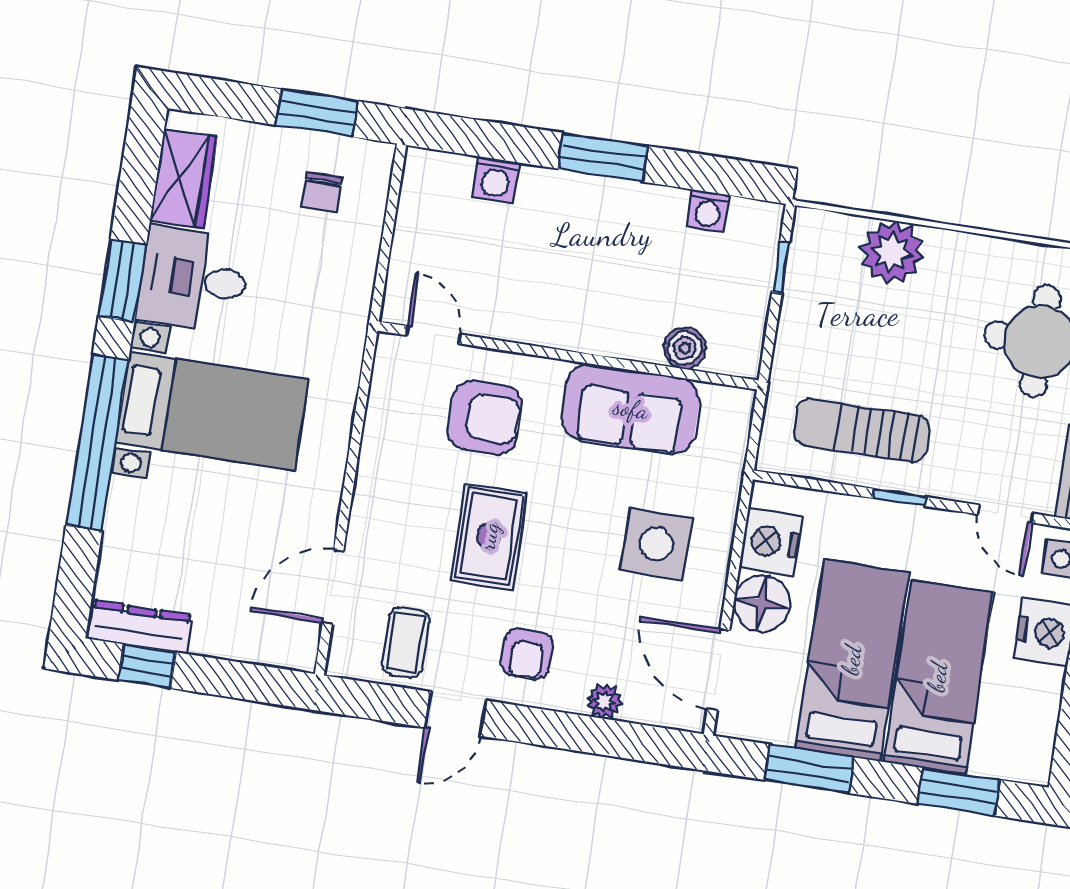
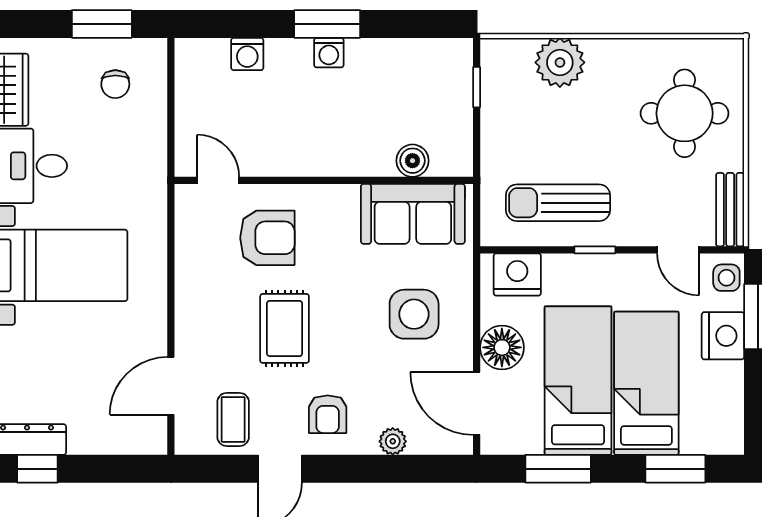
washing machine: (708, 211) -> (329, 53), moved
sofa: (631, 409) -> (413, 214), moved
nightstand: (770, 542) -> (517, 274), moved, turned 90

